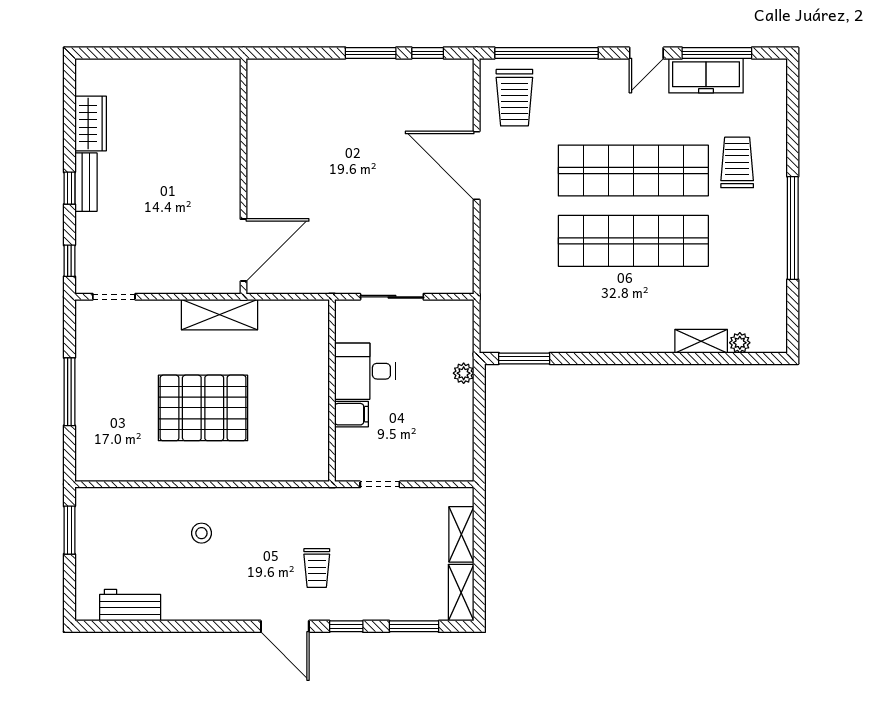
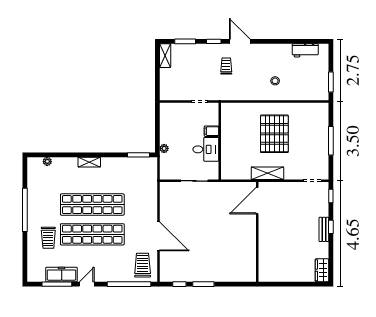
wardrobe: (91, 123) -> (322, 270), moved
shelving: (701, 341) -> (89, 162), moved
pallet: (203, 408) -> (274, 134), turned 90
shelving: (461, 534) -> (165, 80), removed

